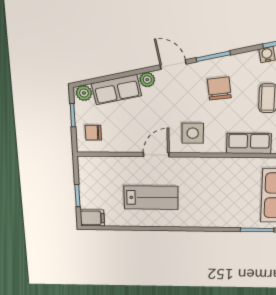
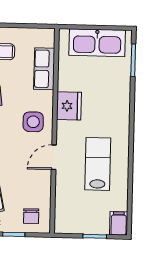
door: (156, 155) -> (54, 157), hinge flipped
fridge: (210, 169) -> (69, 106), added

